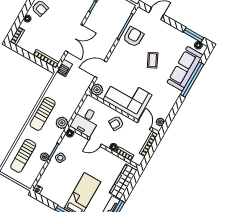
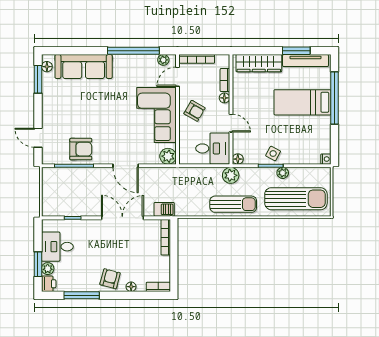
armchair: (133, 37) -> (81, 149), turned 180
coffee table: (153, 60) -> (95, 111), removed
door: (101, 69) -> (126, 166), moved
window: (192, 79) -> (133, 51), moved
sun lounger: (23, 156) -> (296, 199), width x1.36, depth x1.34

